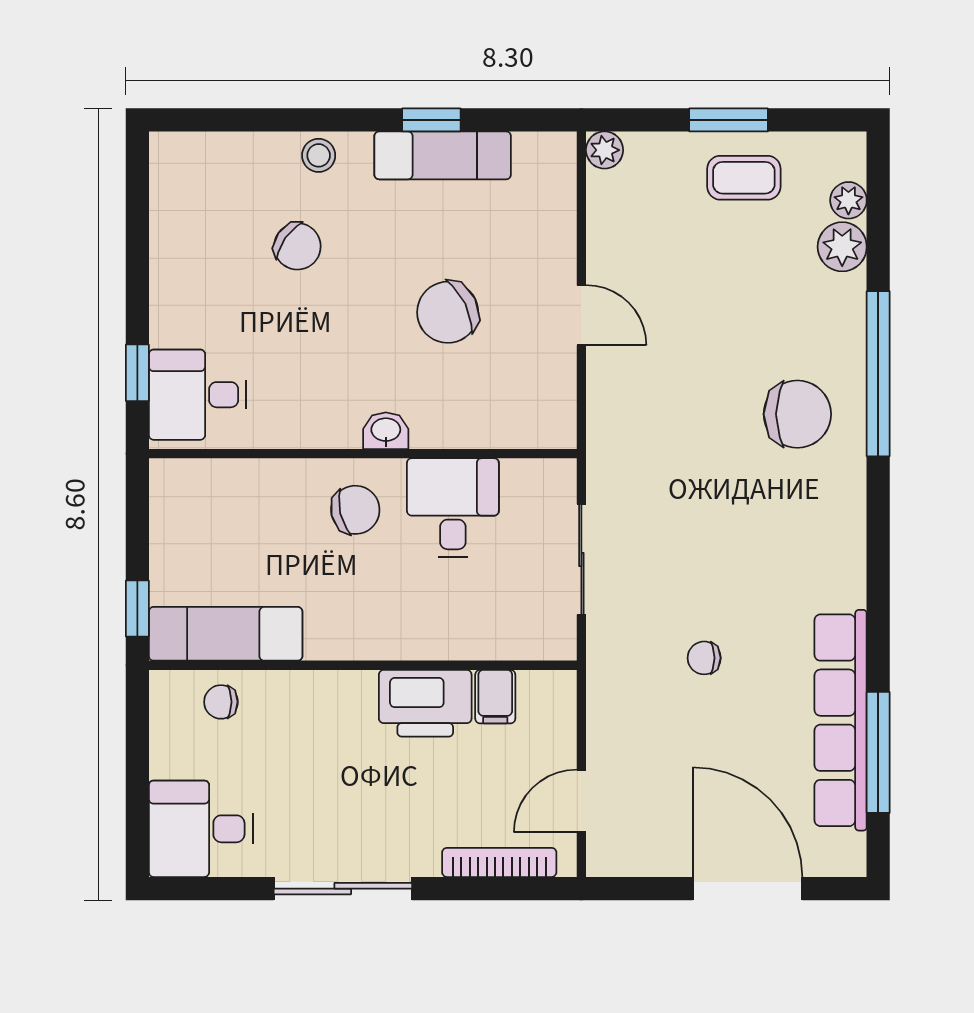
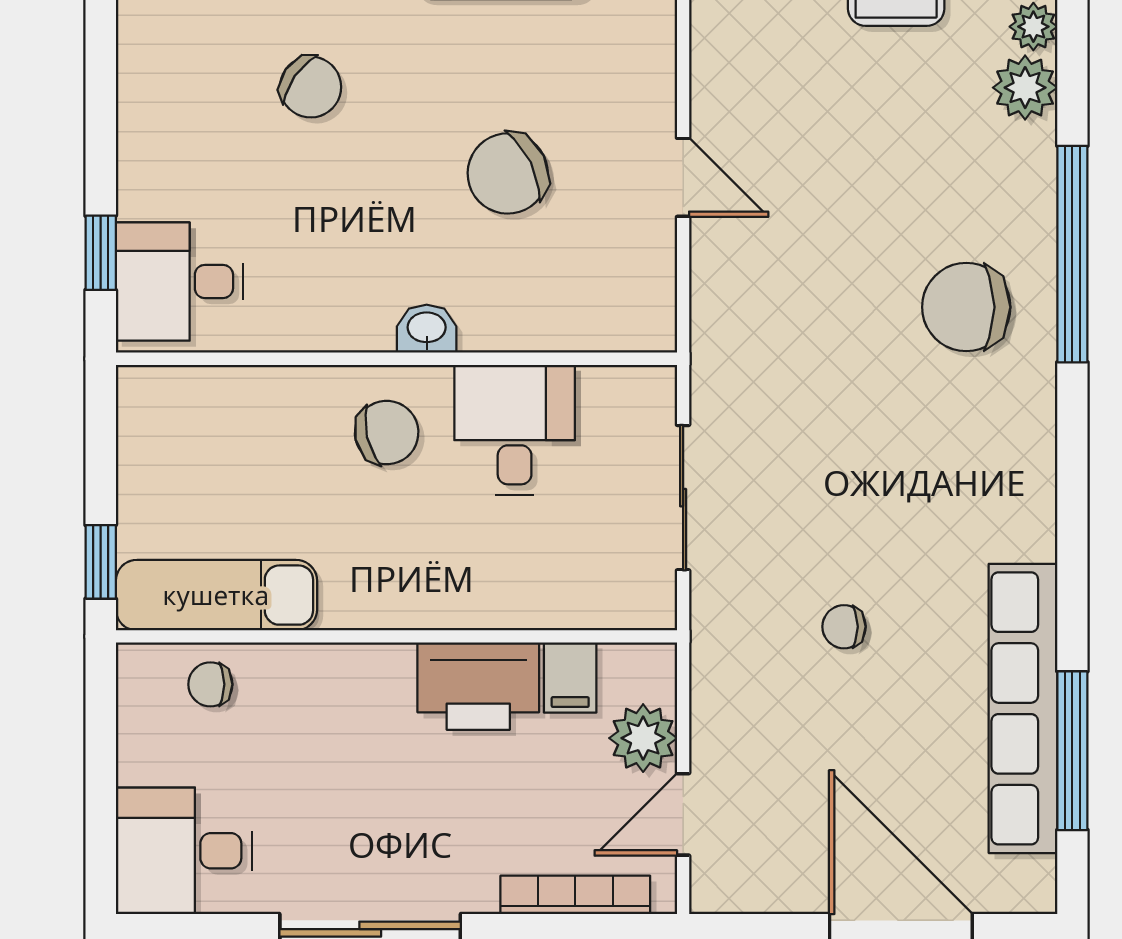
chair: (797, 414) -> (966, 307), turned 180
plant: (551, 743) -> (643, 738), added

